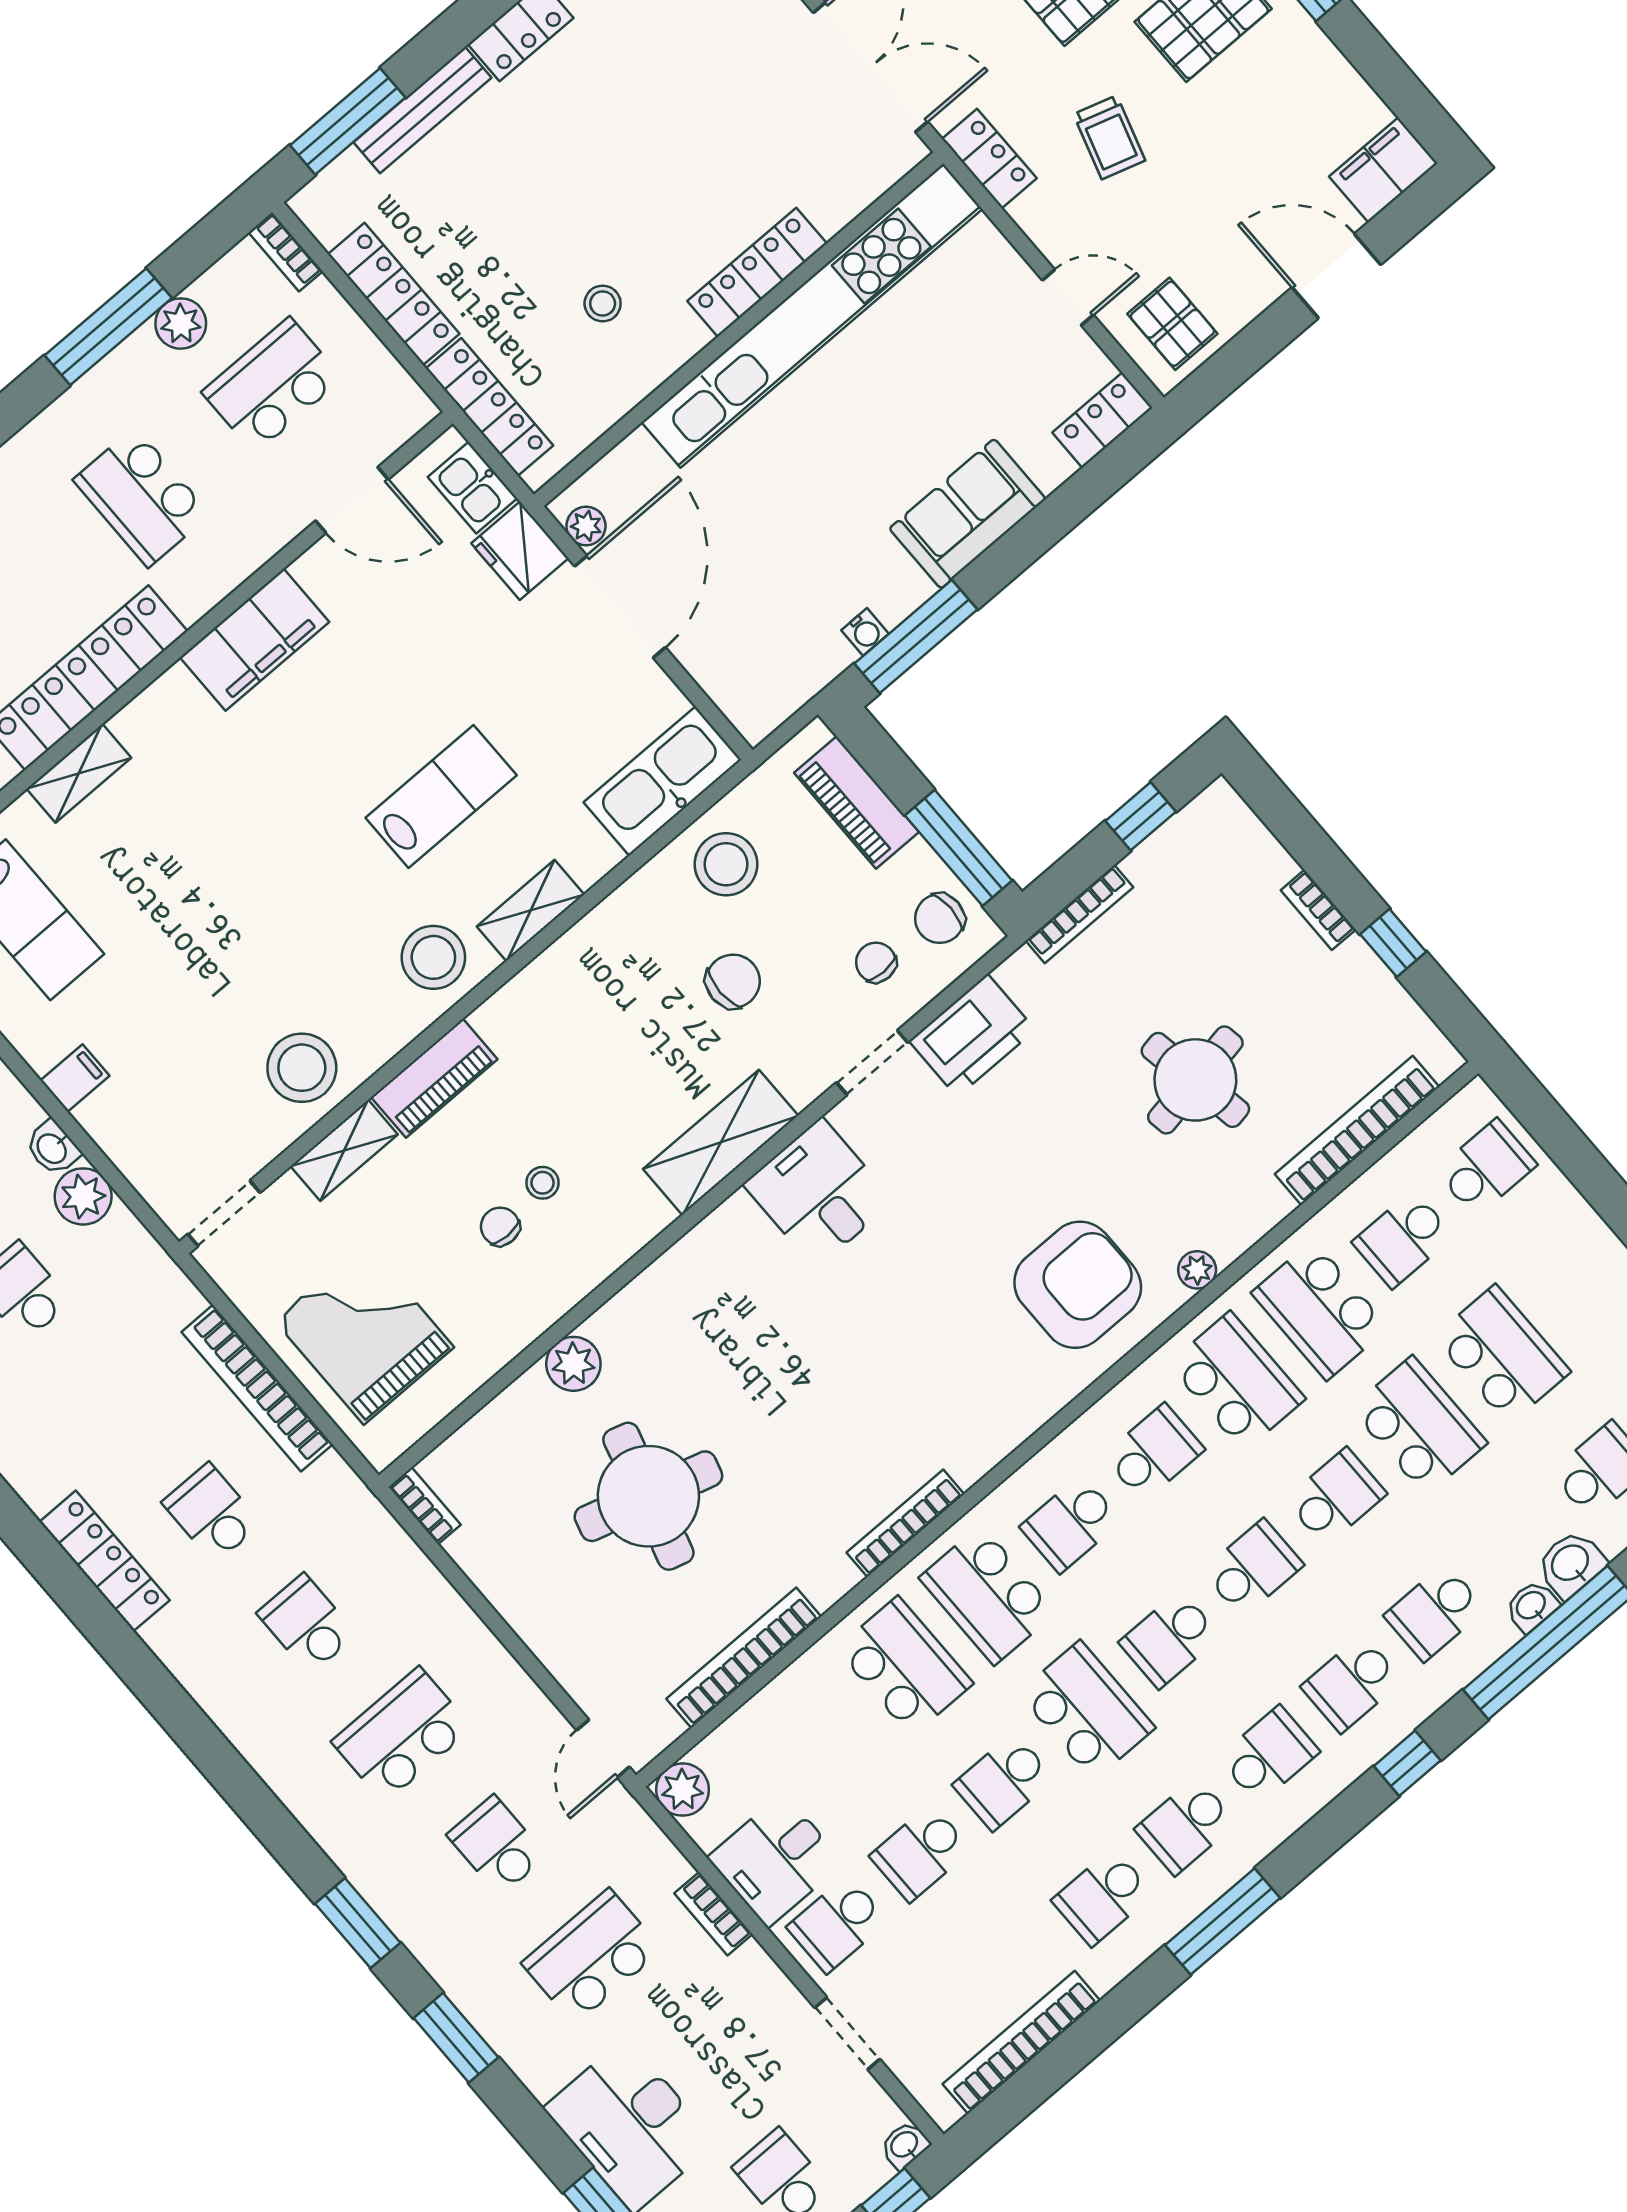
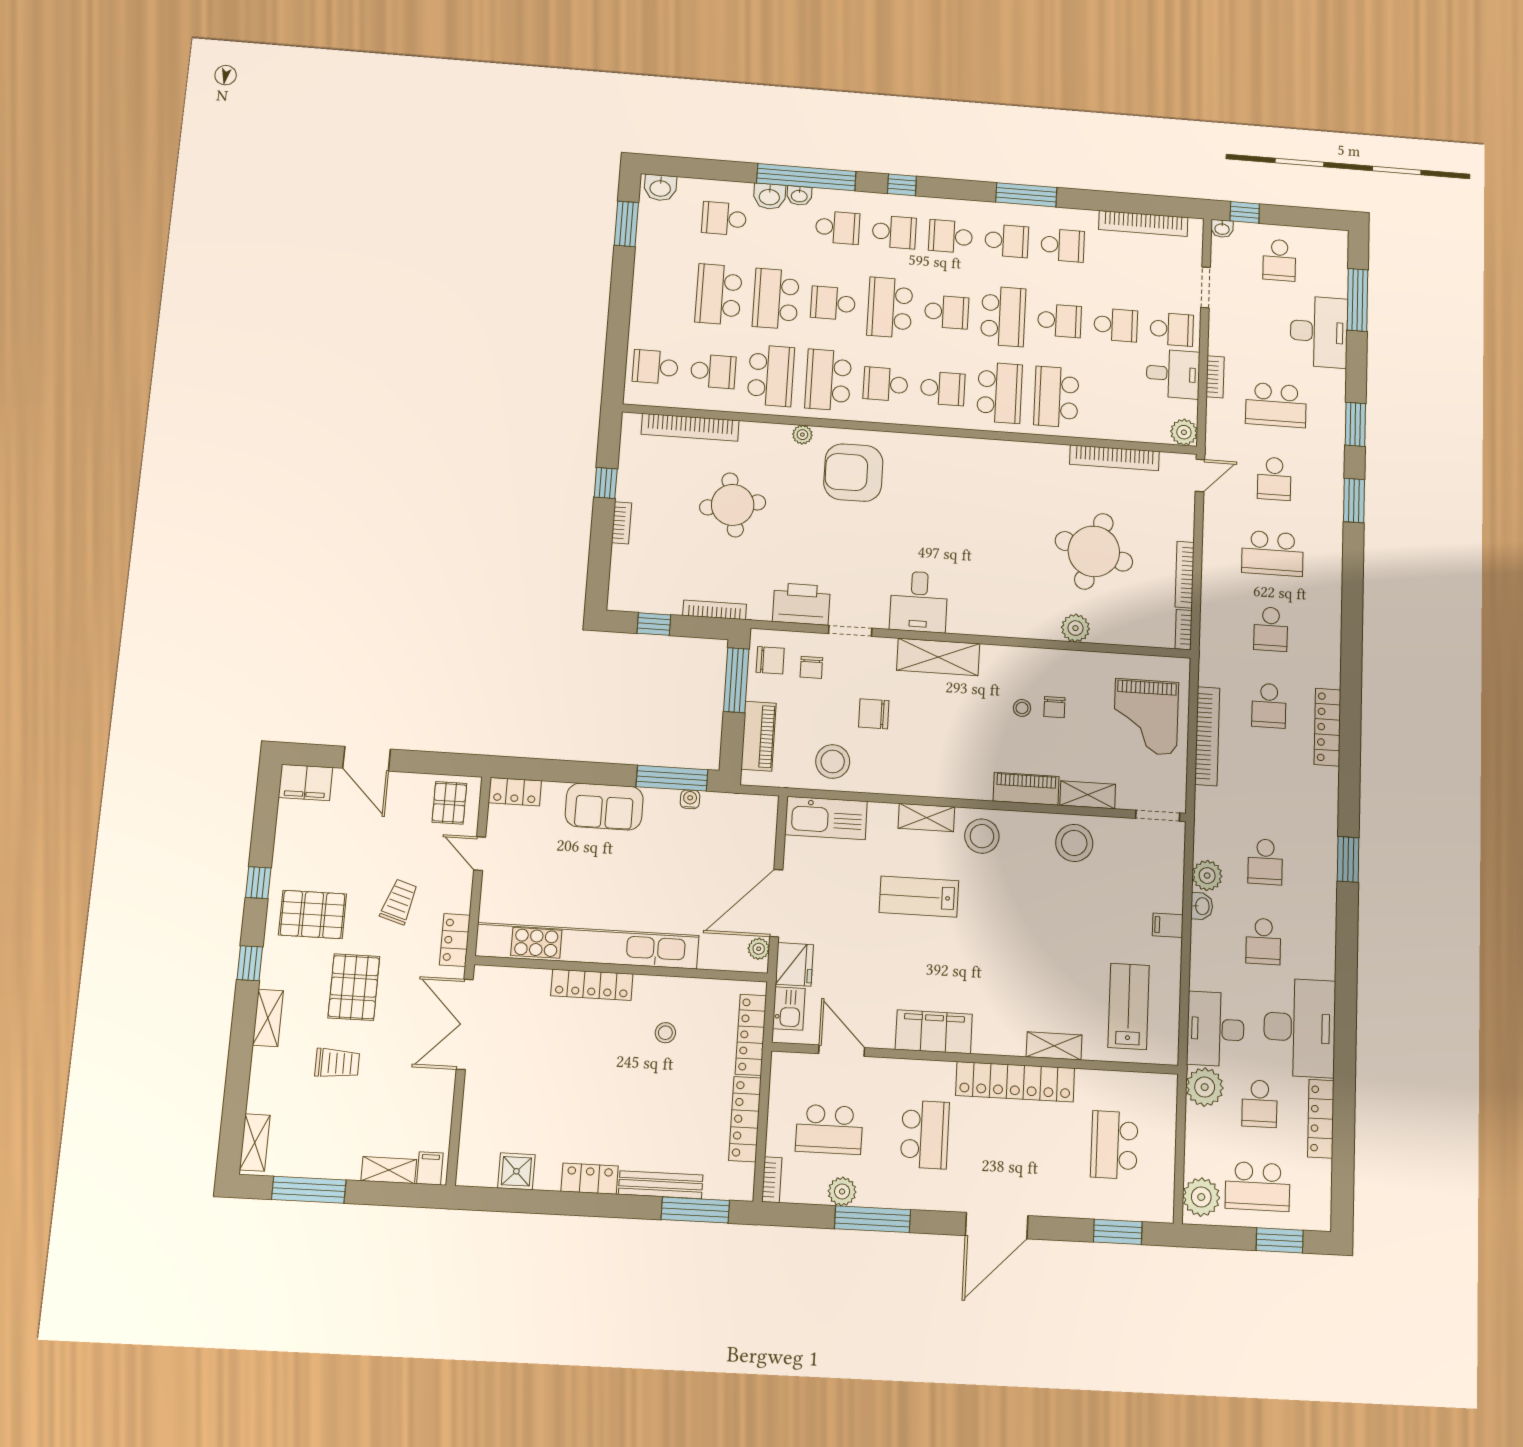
bookcase: (905, 1523) -> (1185, 575), moved, turned 90
school desk: (1253, 1568) -> (890, 308), width x1.85
school desk: (1087, 1710) -> (1003, 316), turned 180

